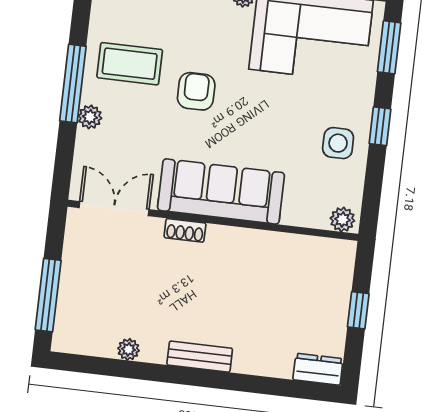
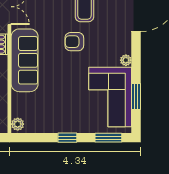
armchair: (196, 91) -> (74, 42), turned 180
side table: (338, 143) -> (56, 117), removed

